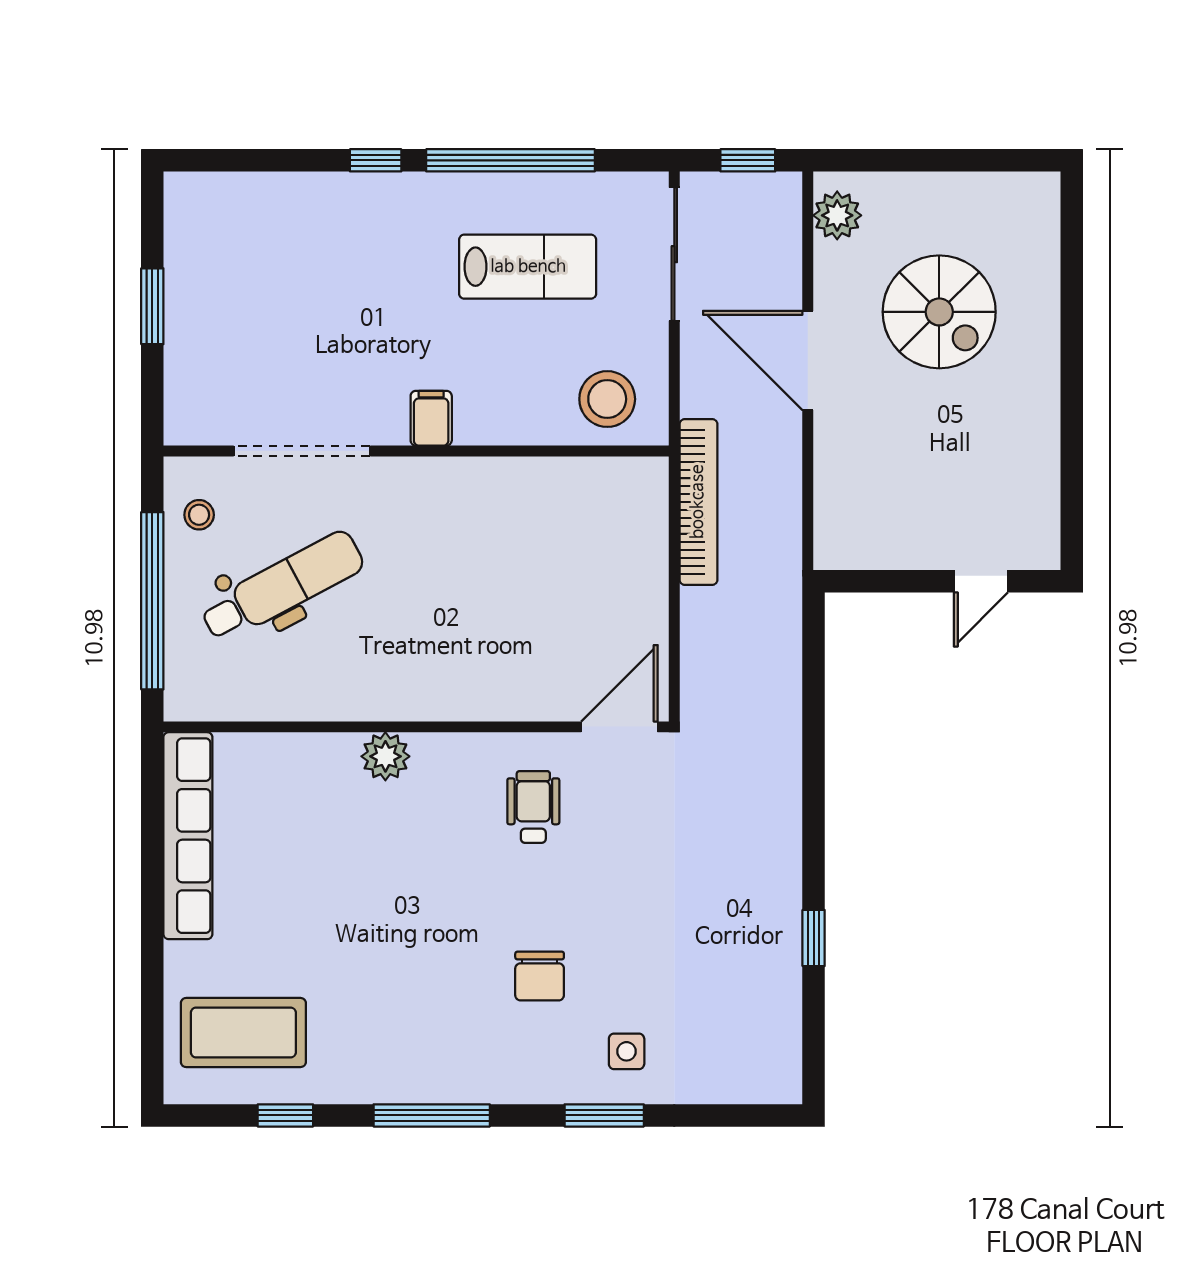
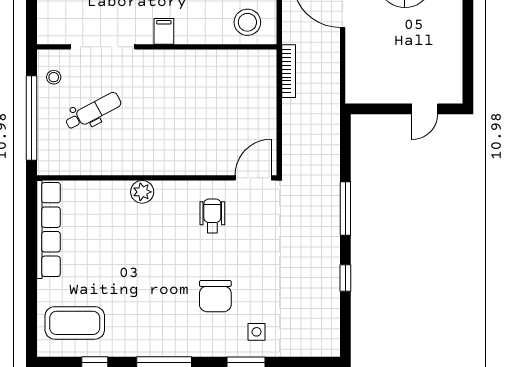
bookcase: (698, 502) -> (289, 71), width x0.68, depth x0.76
dental chair: (282, 587) -> (93, 111), width x0.73, depth x0.72
window: (814, 791) -> (345, 209), added
chair: (540, 976) -> (215, 296), width x1.37, depth x1.37

